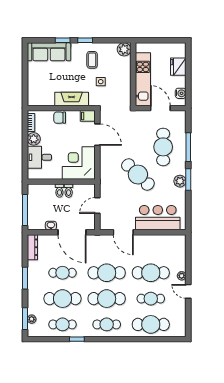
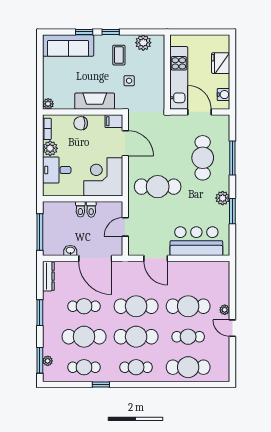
plant: (124, 49) -> (143, 43), moved
plant: (32, 101) -> (48, 104), added
cafe table: (138, 174) -> (158, 187), moved, turned -44
window: (188, 179) -> (232, 211), moved

